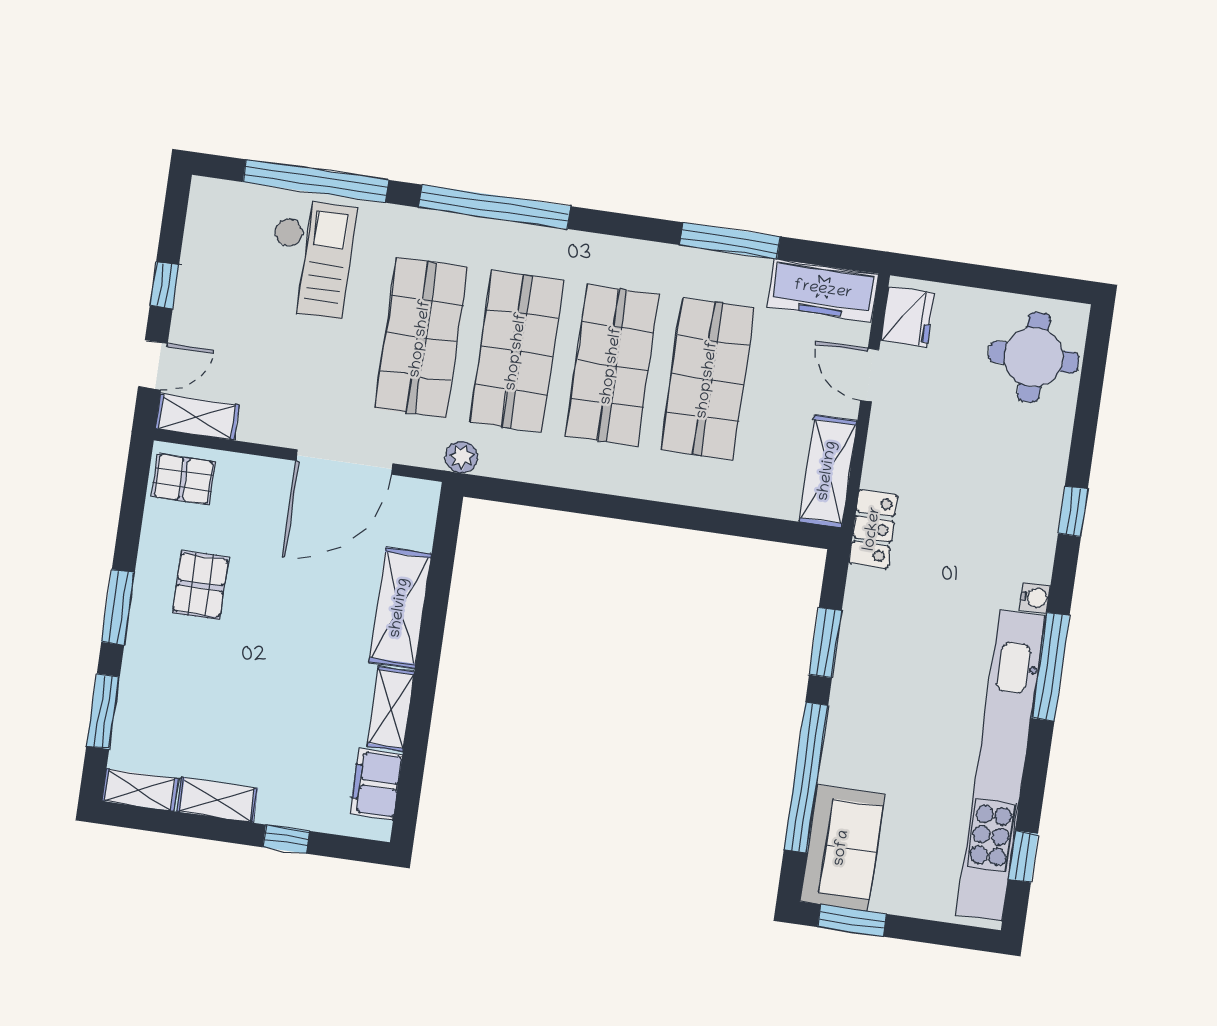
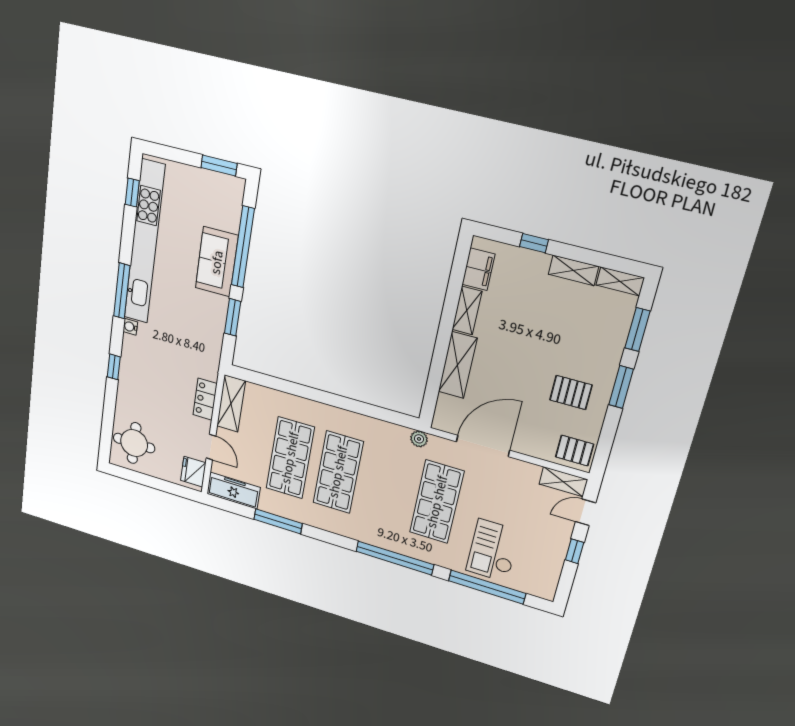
shop shelf: (517, 351) -> (387, 487), removed
locker: (873, 529) -> (205, 399), moved
pallet: (200, 585) -> (571, 392), turned 90
sofa: (842, 848) -> (217, 262), moved

